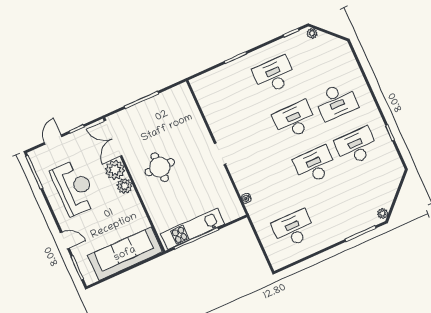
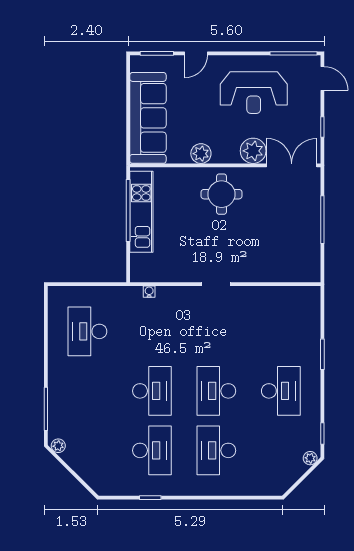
desk: (295, 120) -> (216, 391), turned 180
door: (53, 140) -> (322, 78), moved
round table: (160, 167) -> (221, 194), moved
plant: (125, 186) -> (201, 154), moved
desk: (293, 229) -> (87, 331), turned 180

